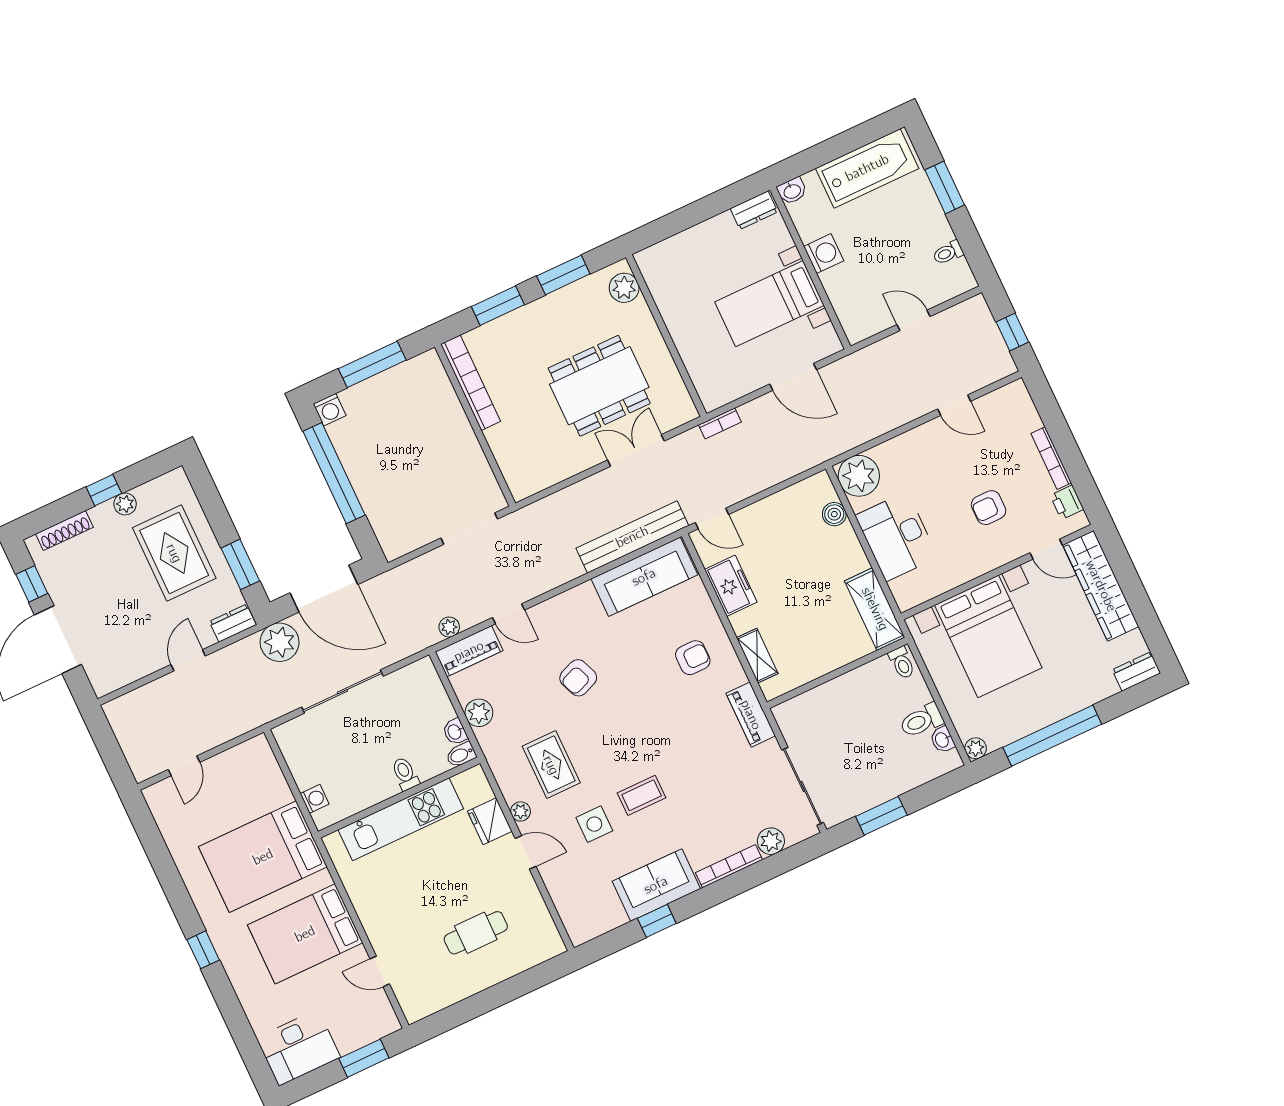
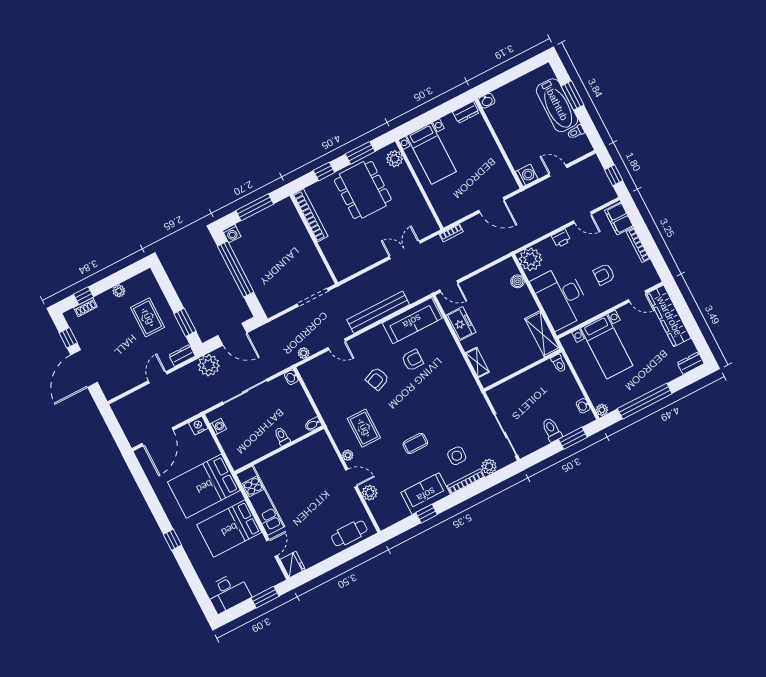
bathtub: (867, 168) -> (557, 105), moved, turned 90
washing machine: (824, 254) -> (527, 175), moved
bed with nightstands: (769, 304) -> (431, 154), moved, turned -90
window: (498, 306) -> (324, 171), width x0.67
dining table: (599, 386) -> (363, 190), moved, turned 90
filing cabinet: (1019, 409) -> (619, 218), added
window: (104, 490) -> (83, 296), moved
printer: (1067, 502) -> (561, 238), moved, turned -90
shoe rack: (64, 530) -> (85, 307), width x0.70
desk: (897, 536) -> (561, 297), width x1.36, depth x1.30
bench: (632, 537) -> (378, 312), moved
rug: (174, 553) -> (148, 317), width x0.73, depth x0.70
door: (324, 589) -> (232, 334), width x0.73
bed with nightstands: (988, 636) -> (607, 347), width x0.73
piano: (469, 651) -> (315, 366), removed
armchair: (693, 658) -> (412, 360), moved
plant: (479, 713) -> (370, 493), moved
piano: (751, 715) -> (475, 396), removed
toilet: (921, 721) -> (552, 430), moved, turned 90
washbasin: (455, 732) -> (291, 377), moved
nightstand: (257, 749) -> (198, 426), added
door: (184, 766) -> (158, 437), width x1.88
washing machine: (315, 799) -> (218, 427), moved
window: (881, 816) -> (573, 438), moved
kitchen unit: (401, 819) -> (260, 500), moved, turned -90
fridge: (490, 821) -> (293, 564), moved, turned 180
side table: (594, 824) -> (457, 456), moved
cafe table: (476, 933) -> (349, 533), moved
door: (380, 971) -> (272, 548), swing flipped

